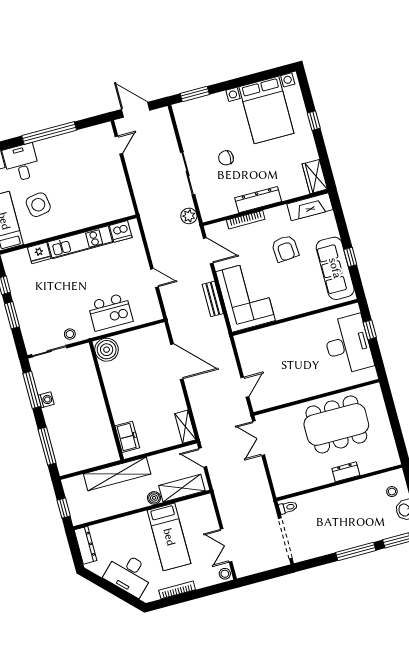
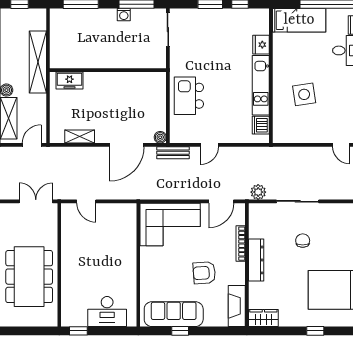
side table: (38, 205) -> (304, 94), moved
bench: (213, 299) -> (173, 153), moved
window: (370, 330) -> (78, 331), moved
stool: (70, 334) -> (179, 53), removed
desk: (348, 345) -> (107, 312), width x0.73, depth x0.77
boiler: (107, 350) -> (160, 137), moved, width x0.54, depth x0.54
shelving: (185, 427) -> (80, 137), moved

